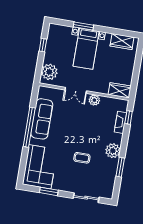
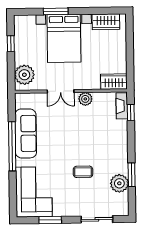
bed with nightstands: (86, 49) -> (64, 38), width x1.36
fireplace: (121, 122) -> (122, 106), moved
plant: (113, 151) -> (119, 183), moved

